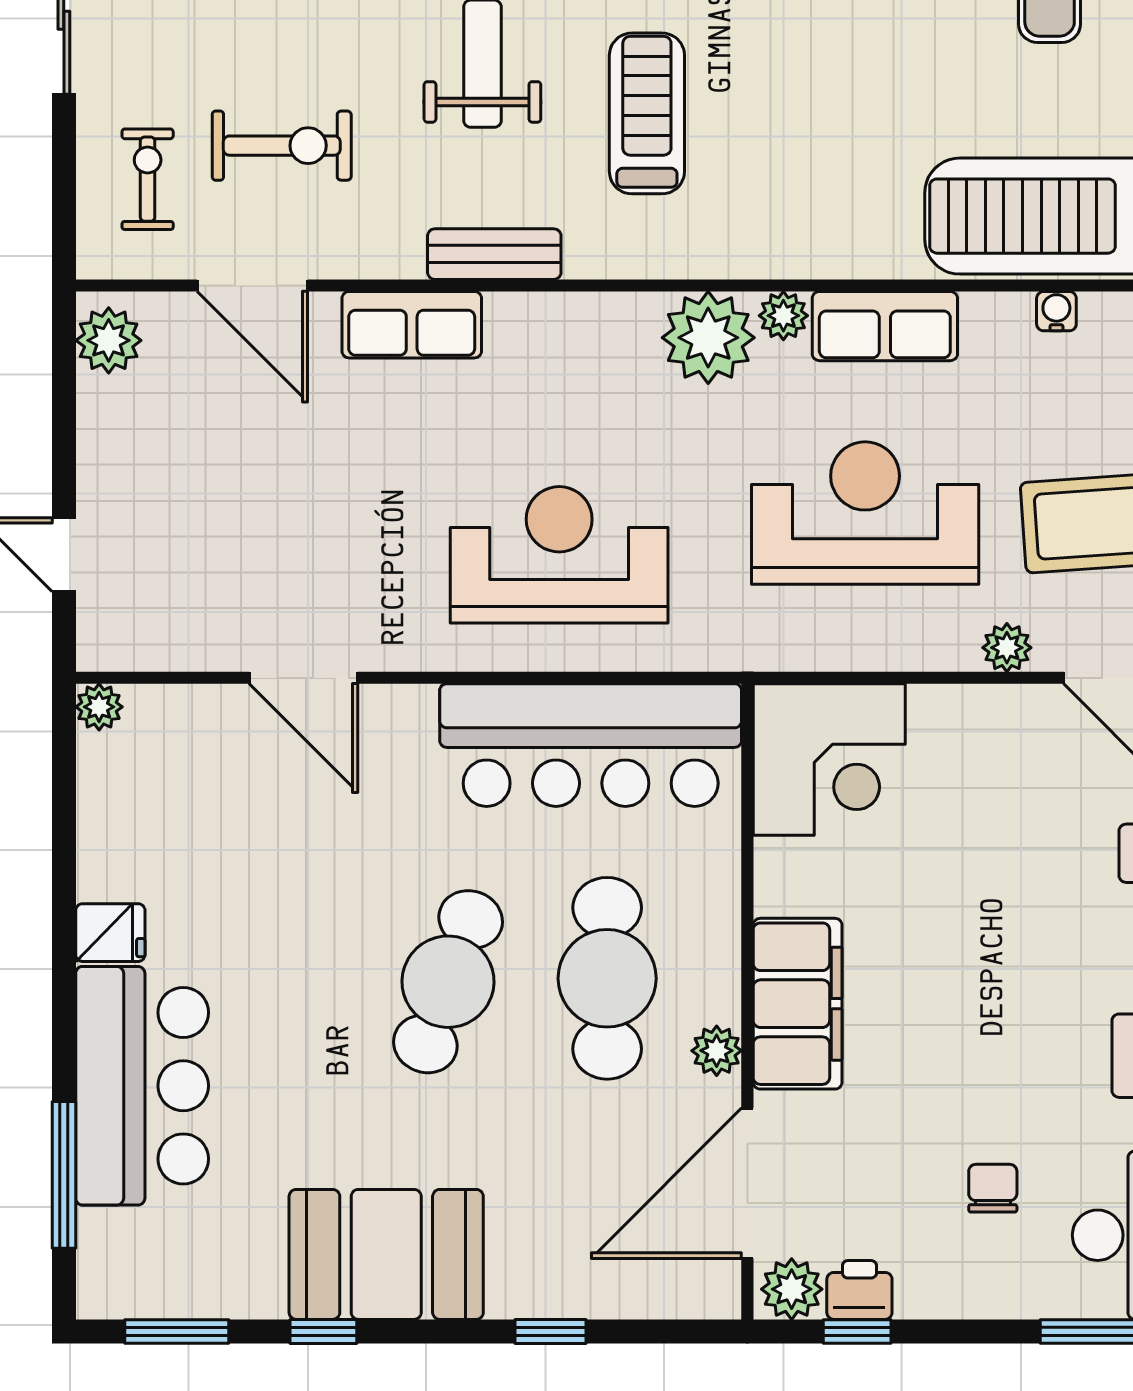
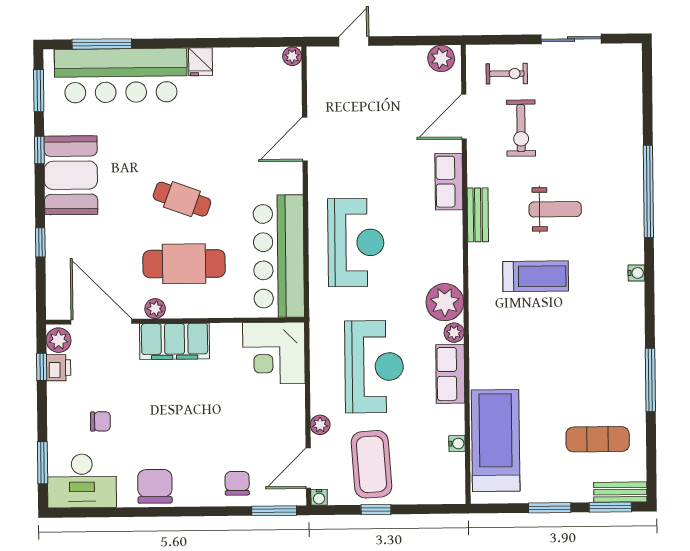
cafe table: (448, 982) -> (182, 199), width x0.73, depth x0.74
bar counter: (142, 1086) -> (121, 76), width x1.36

